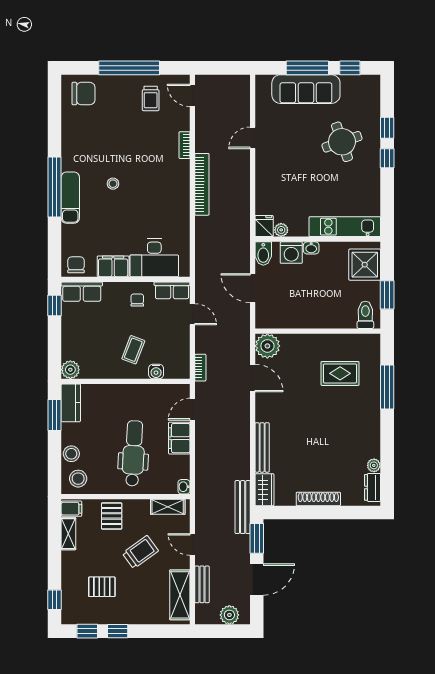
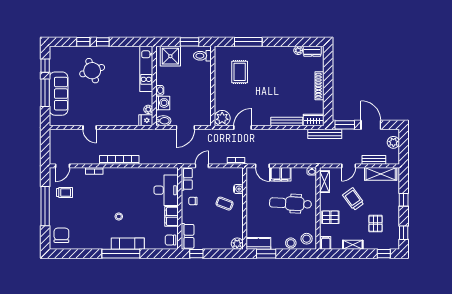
shelving: (68, 534) -> (353, 245), moved
window: (118, 631) -> (404, 200), moved

